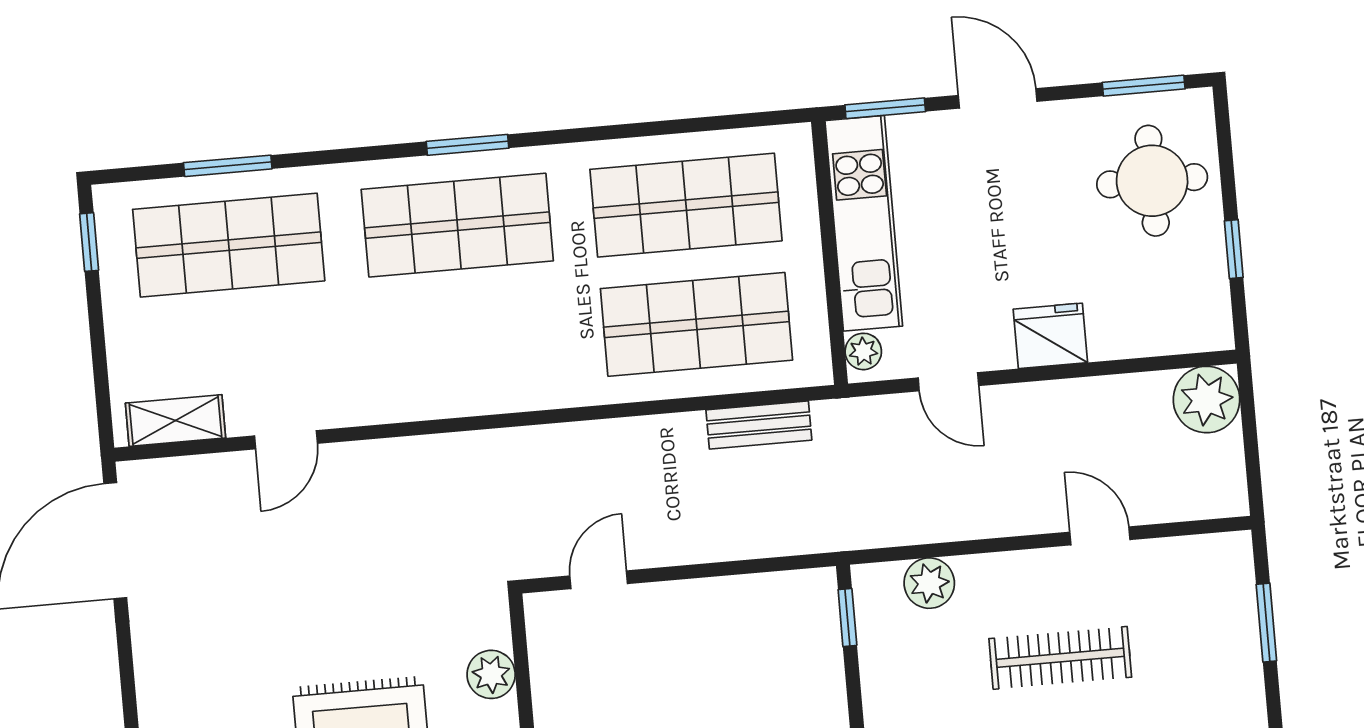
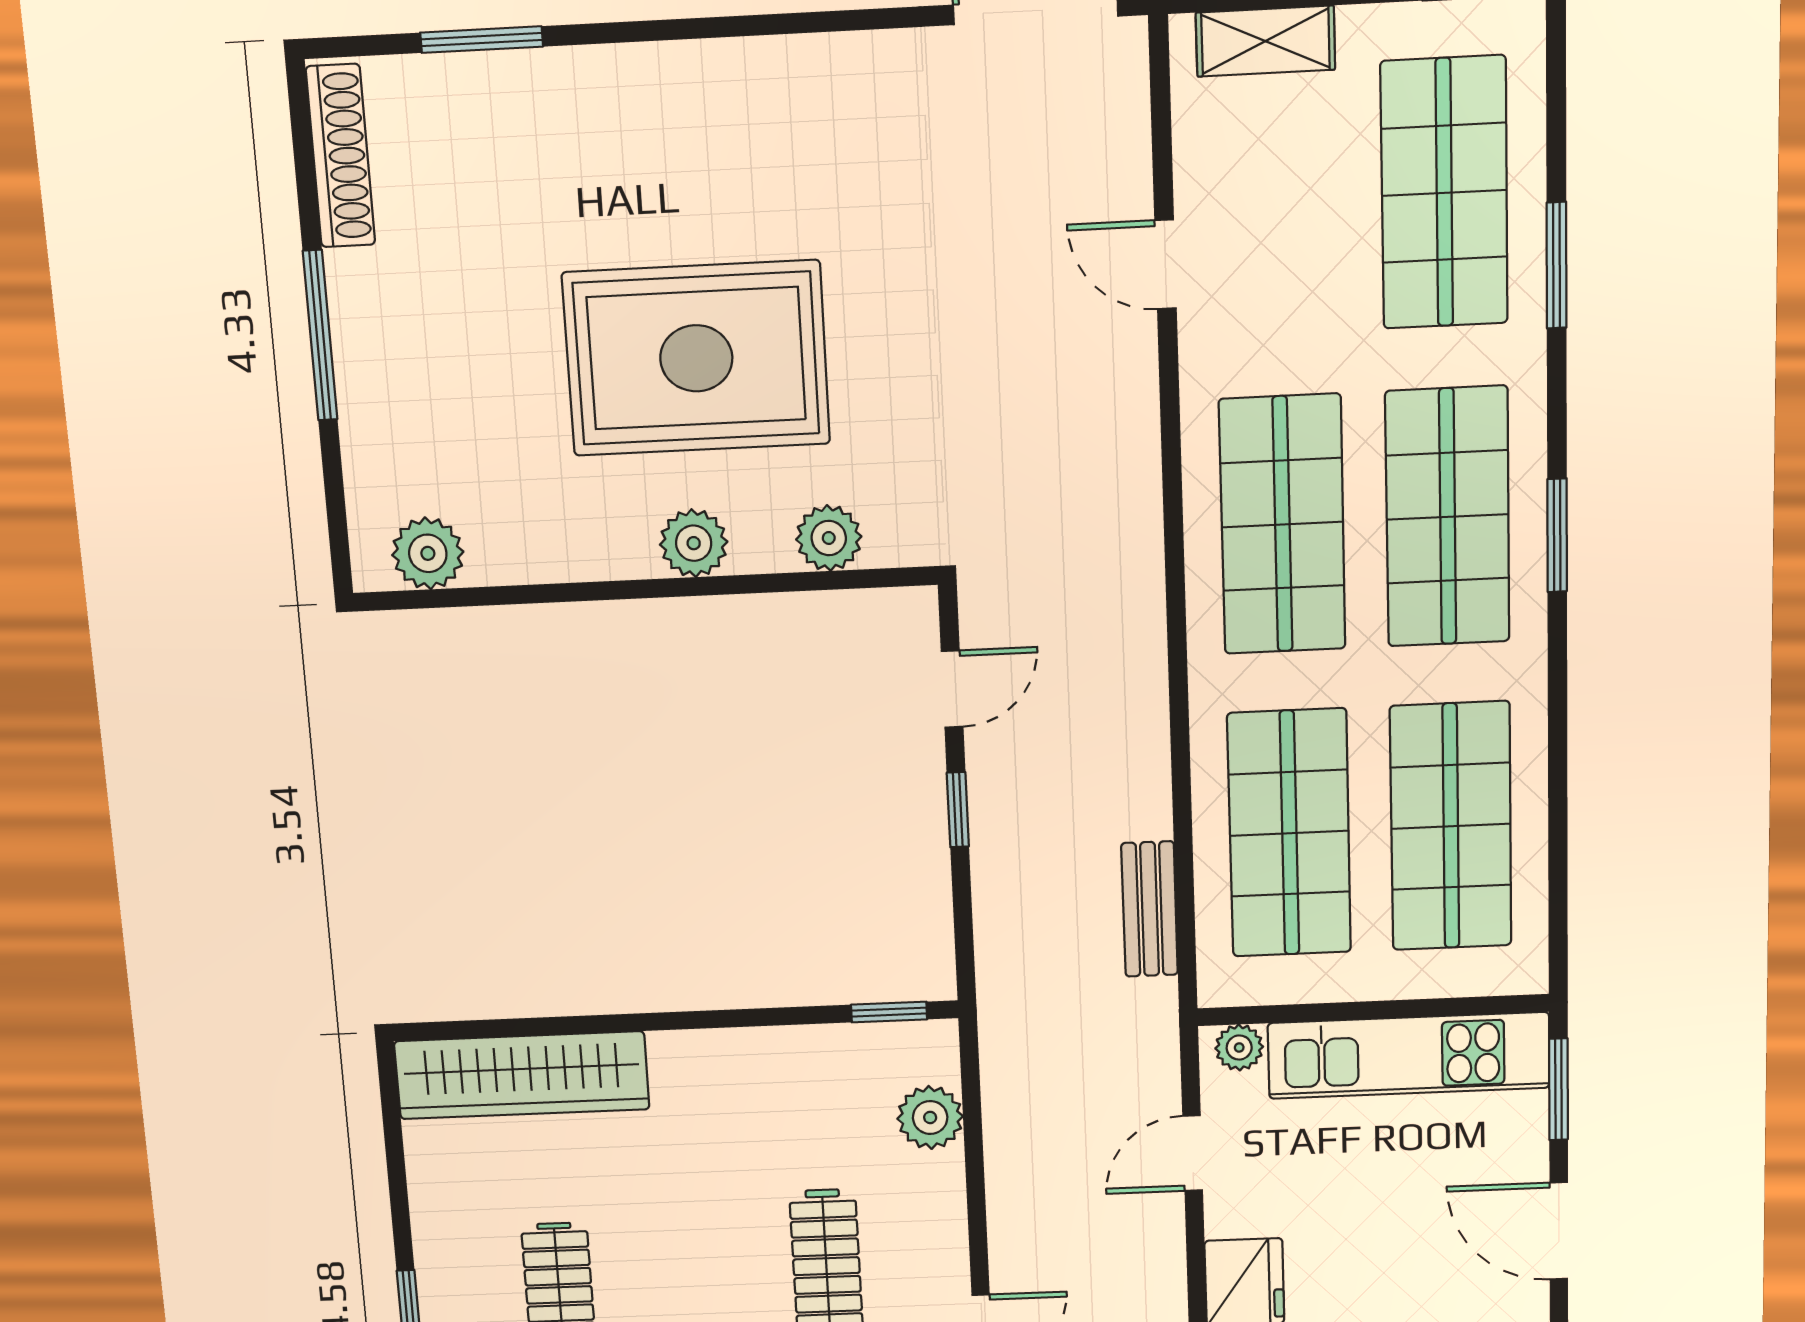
door: (998, 98) -> (1559, 1231), swing flipped
window: (228, 166) -> (1556, 265), moved
shop shelf: (468, 344) -> (1282, 525), added
shelving: (176, 421) -> (1265, 41), moved, turned 90
window: (689, 572) -> (958, 810), added
door: (599, 580) -> (952, 689), hinge flipped

